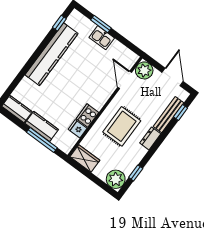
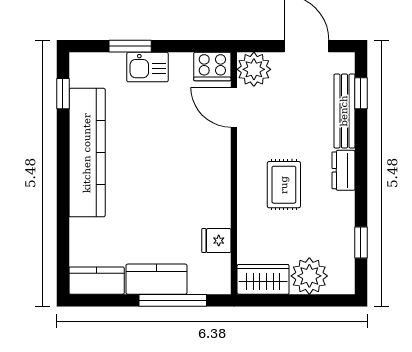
cooker: (87, 116) -> (212, 67), moved, turned -90
rug: (122, 126) -> (284, 185), width x0.73, depth x0.70
plant: (116, 179) -> (309, 276), moved

